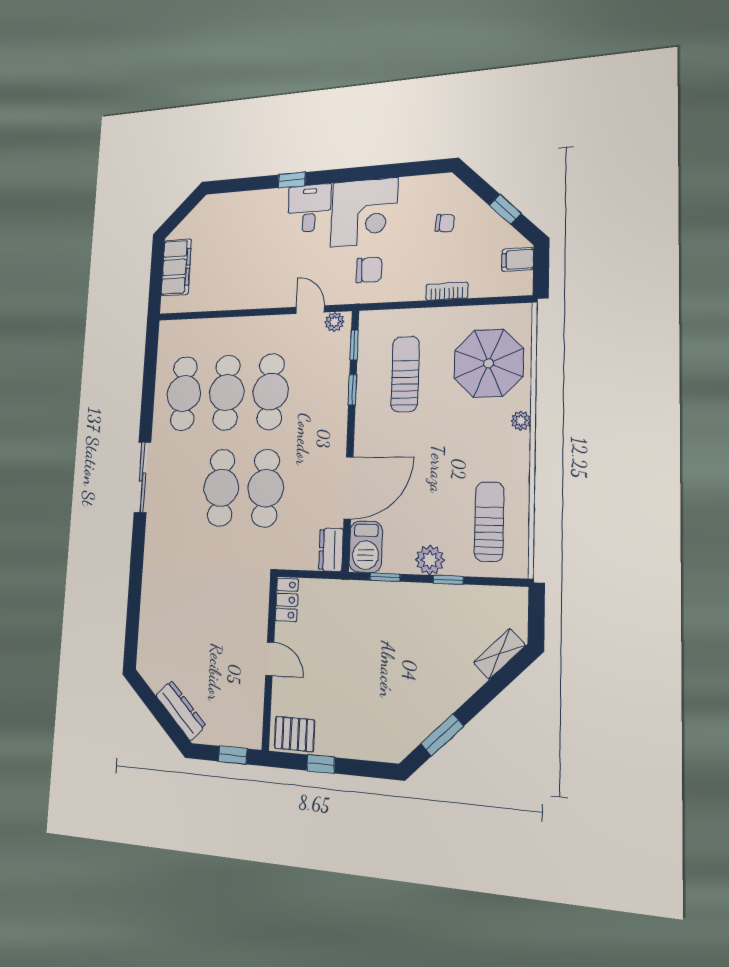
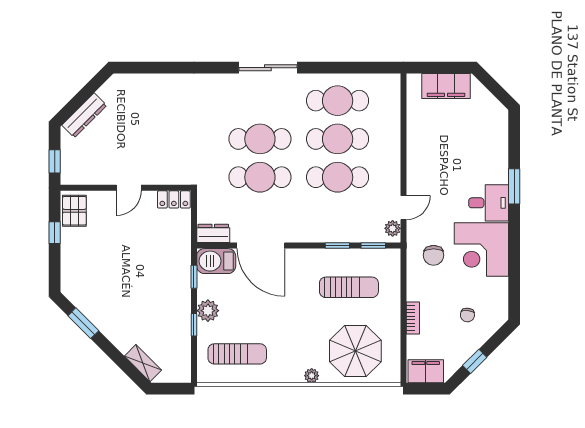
window: (292, 180) -> (514, 186), width x1.50
filing cabinet: (518, 260) -> (426, 371), width x2.00

